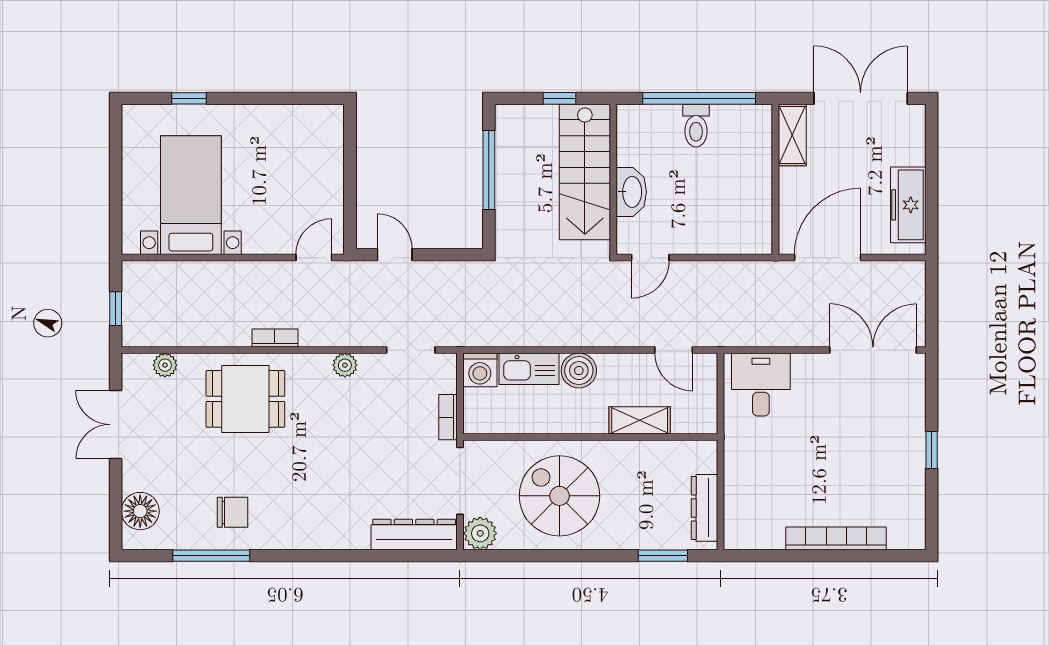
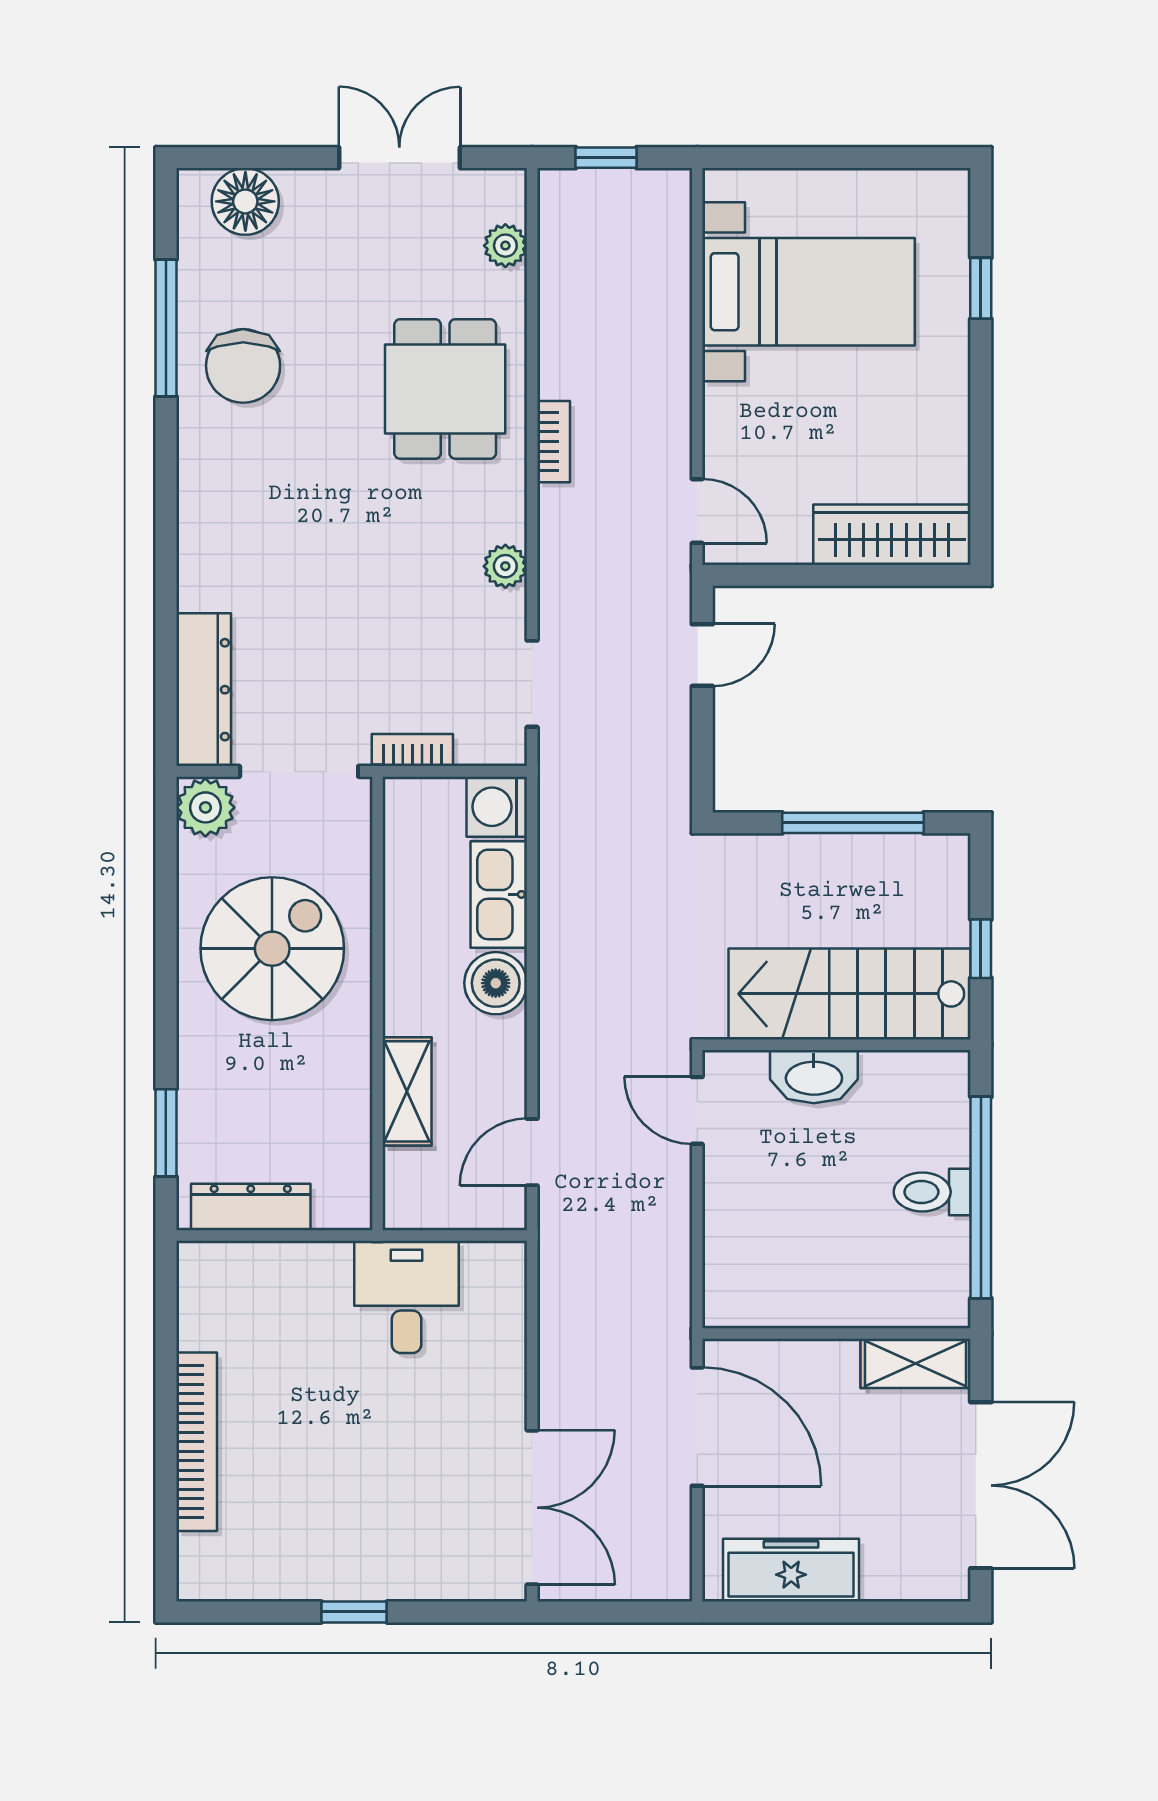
wardrobe: (327, 148) -> (892, 535), added
desk: (761, 385) -> (407, 1297), moved, turned -90
chair: (232, 512) -> (243, 366), width x1.37, depth x1.37

